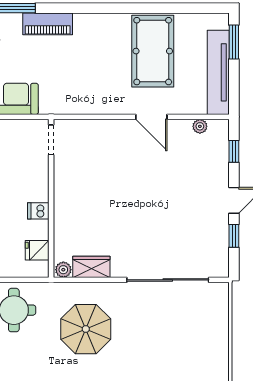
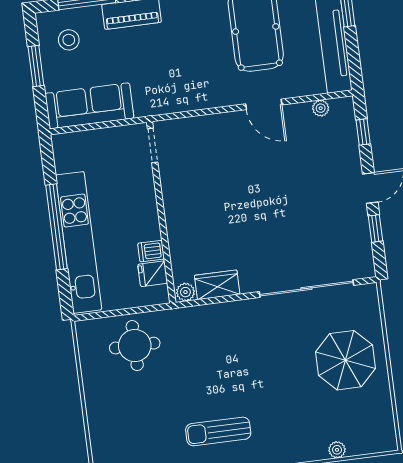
dishwasher: (38, 211) -> (151, 251), moved
parasol: (86, 329) -> (345, 360), moved

